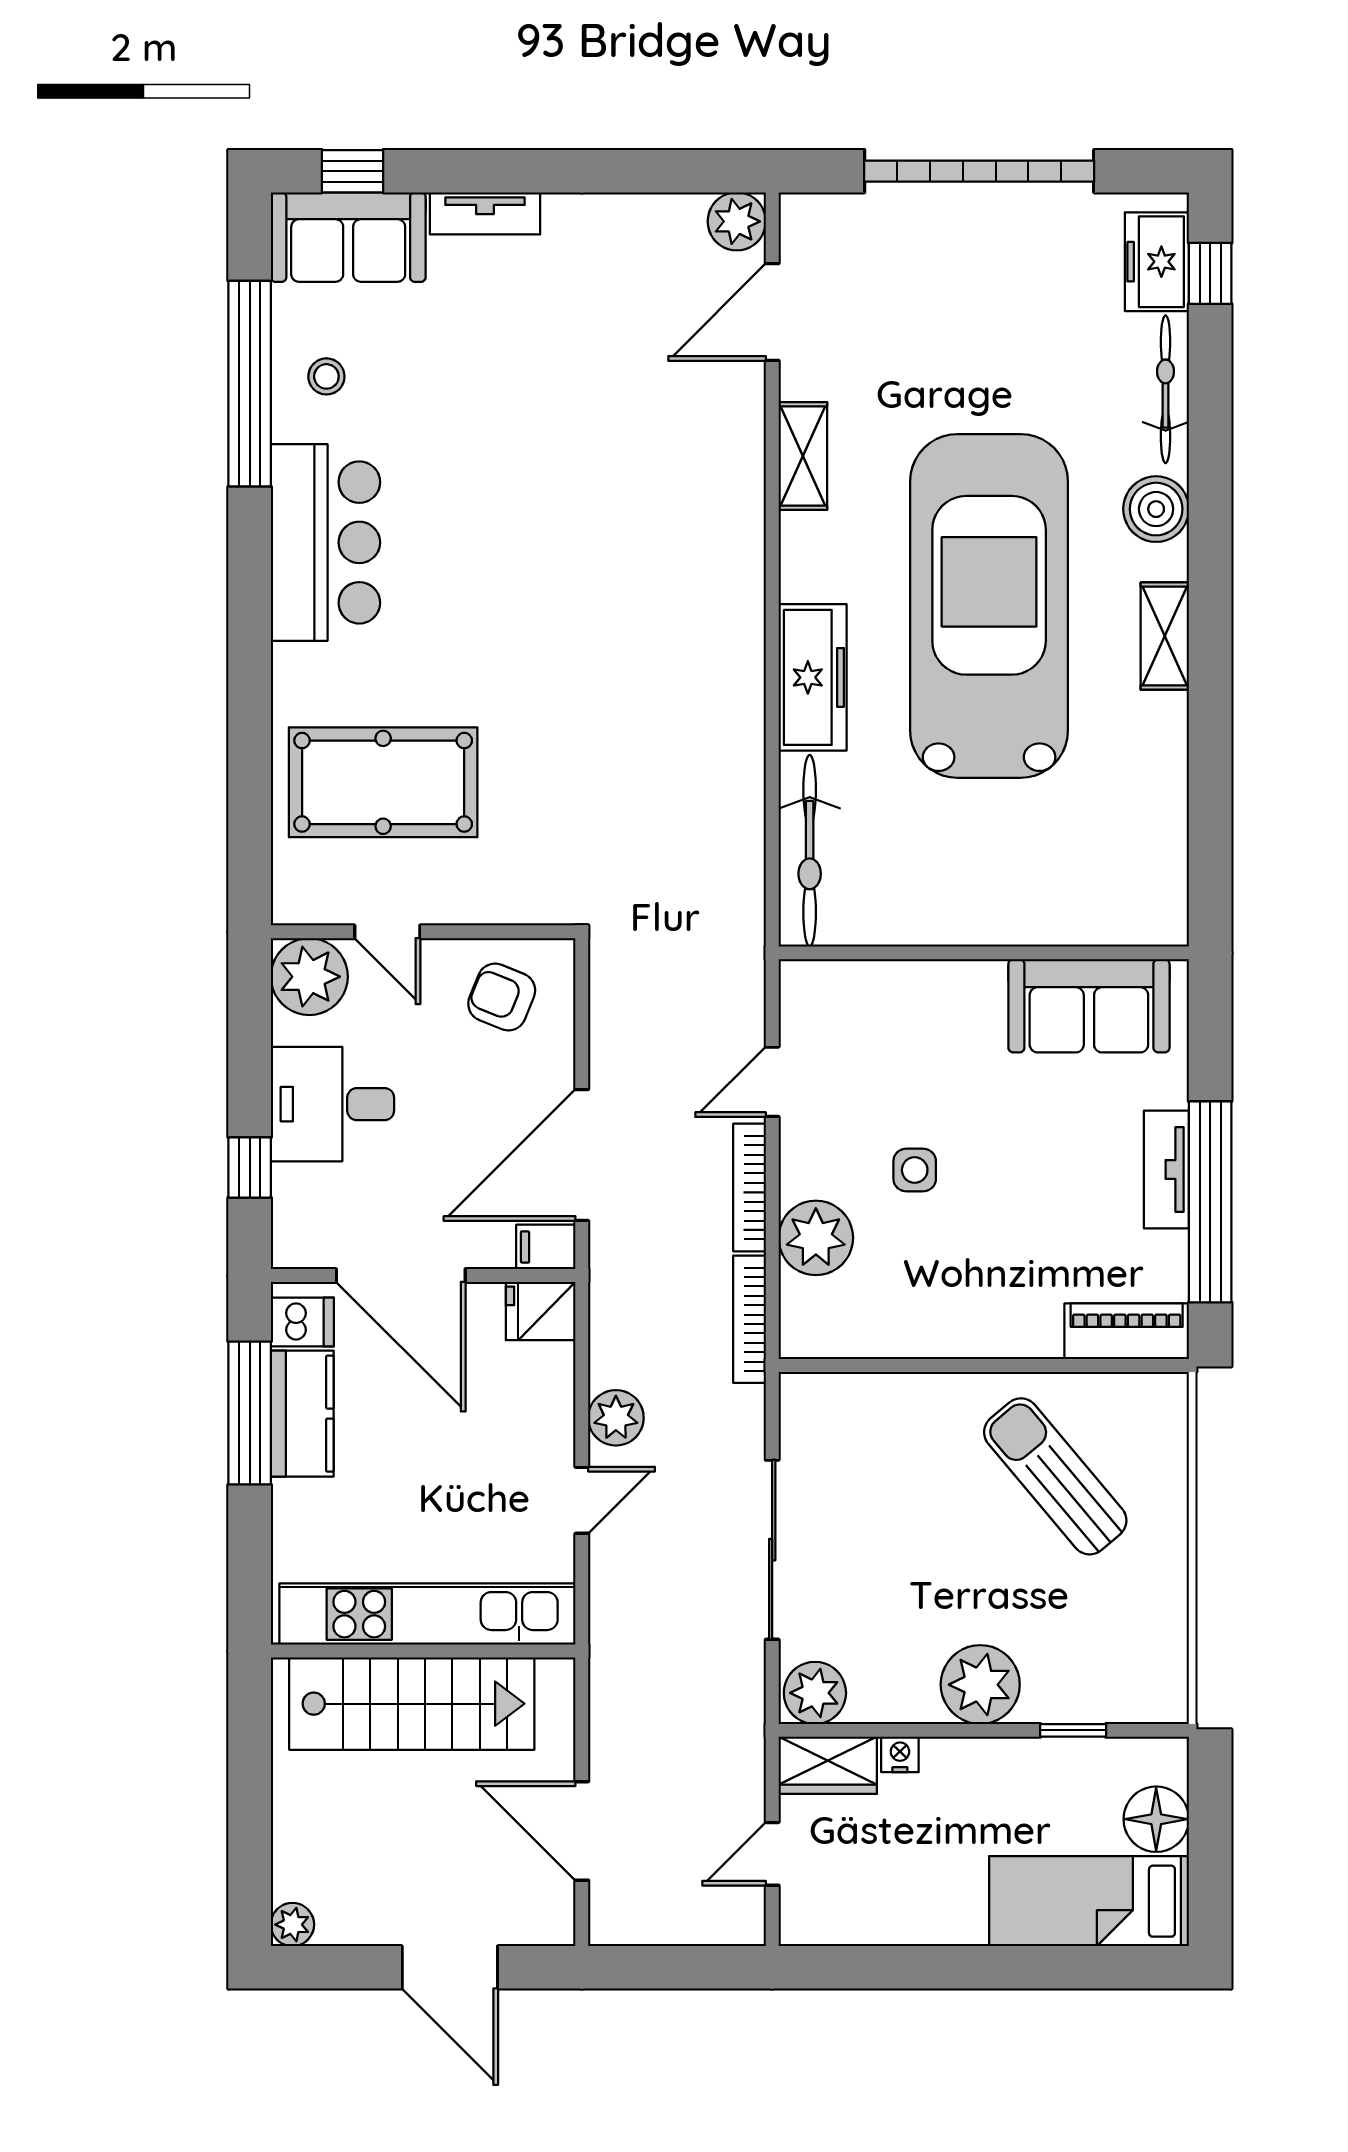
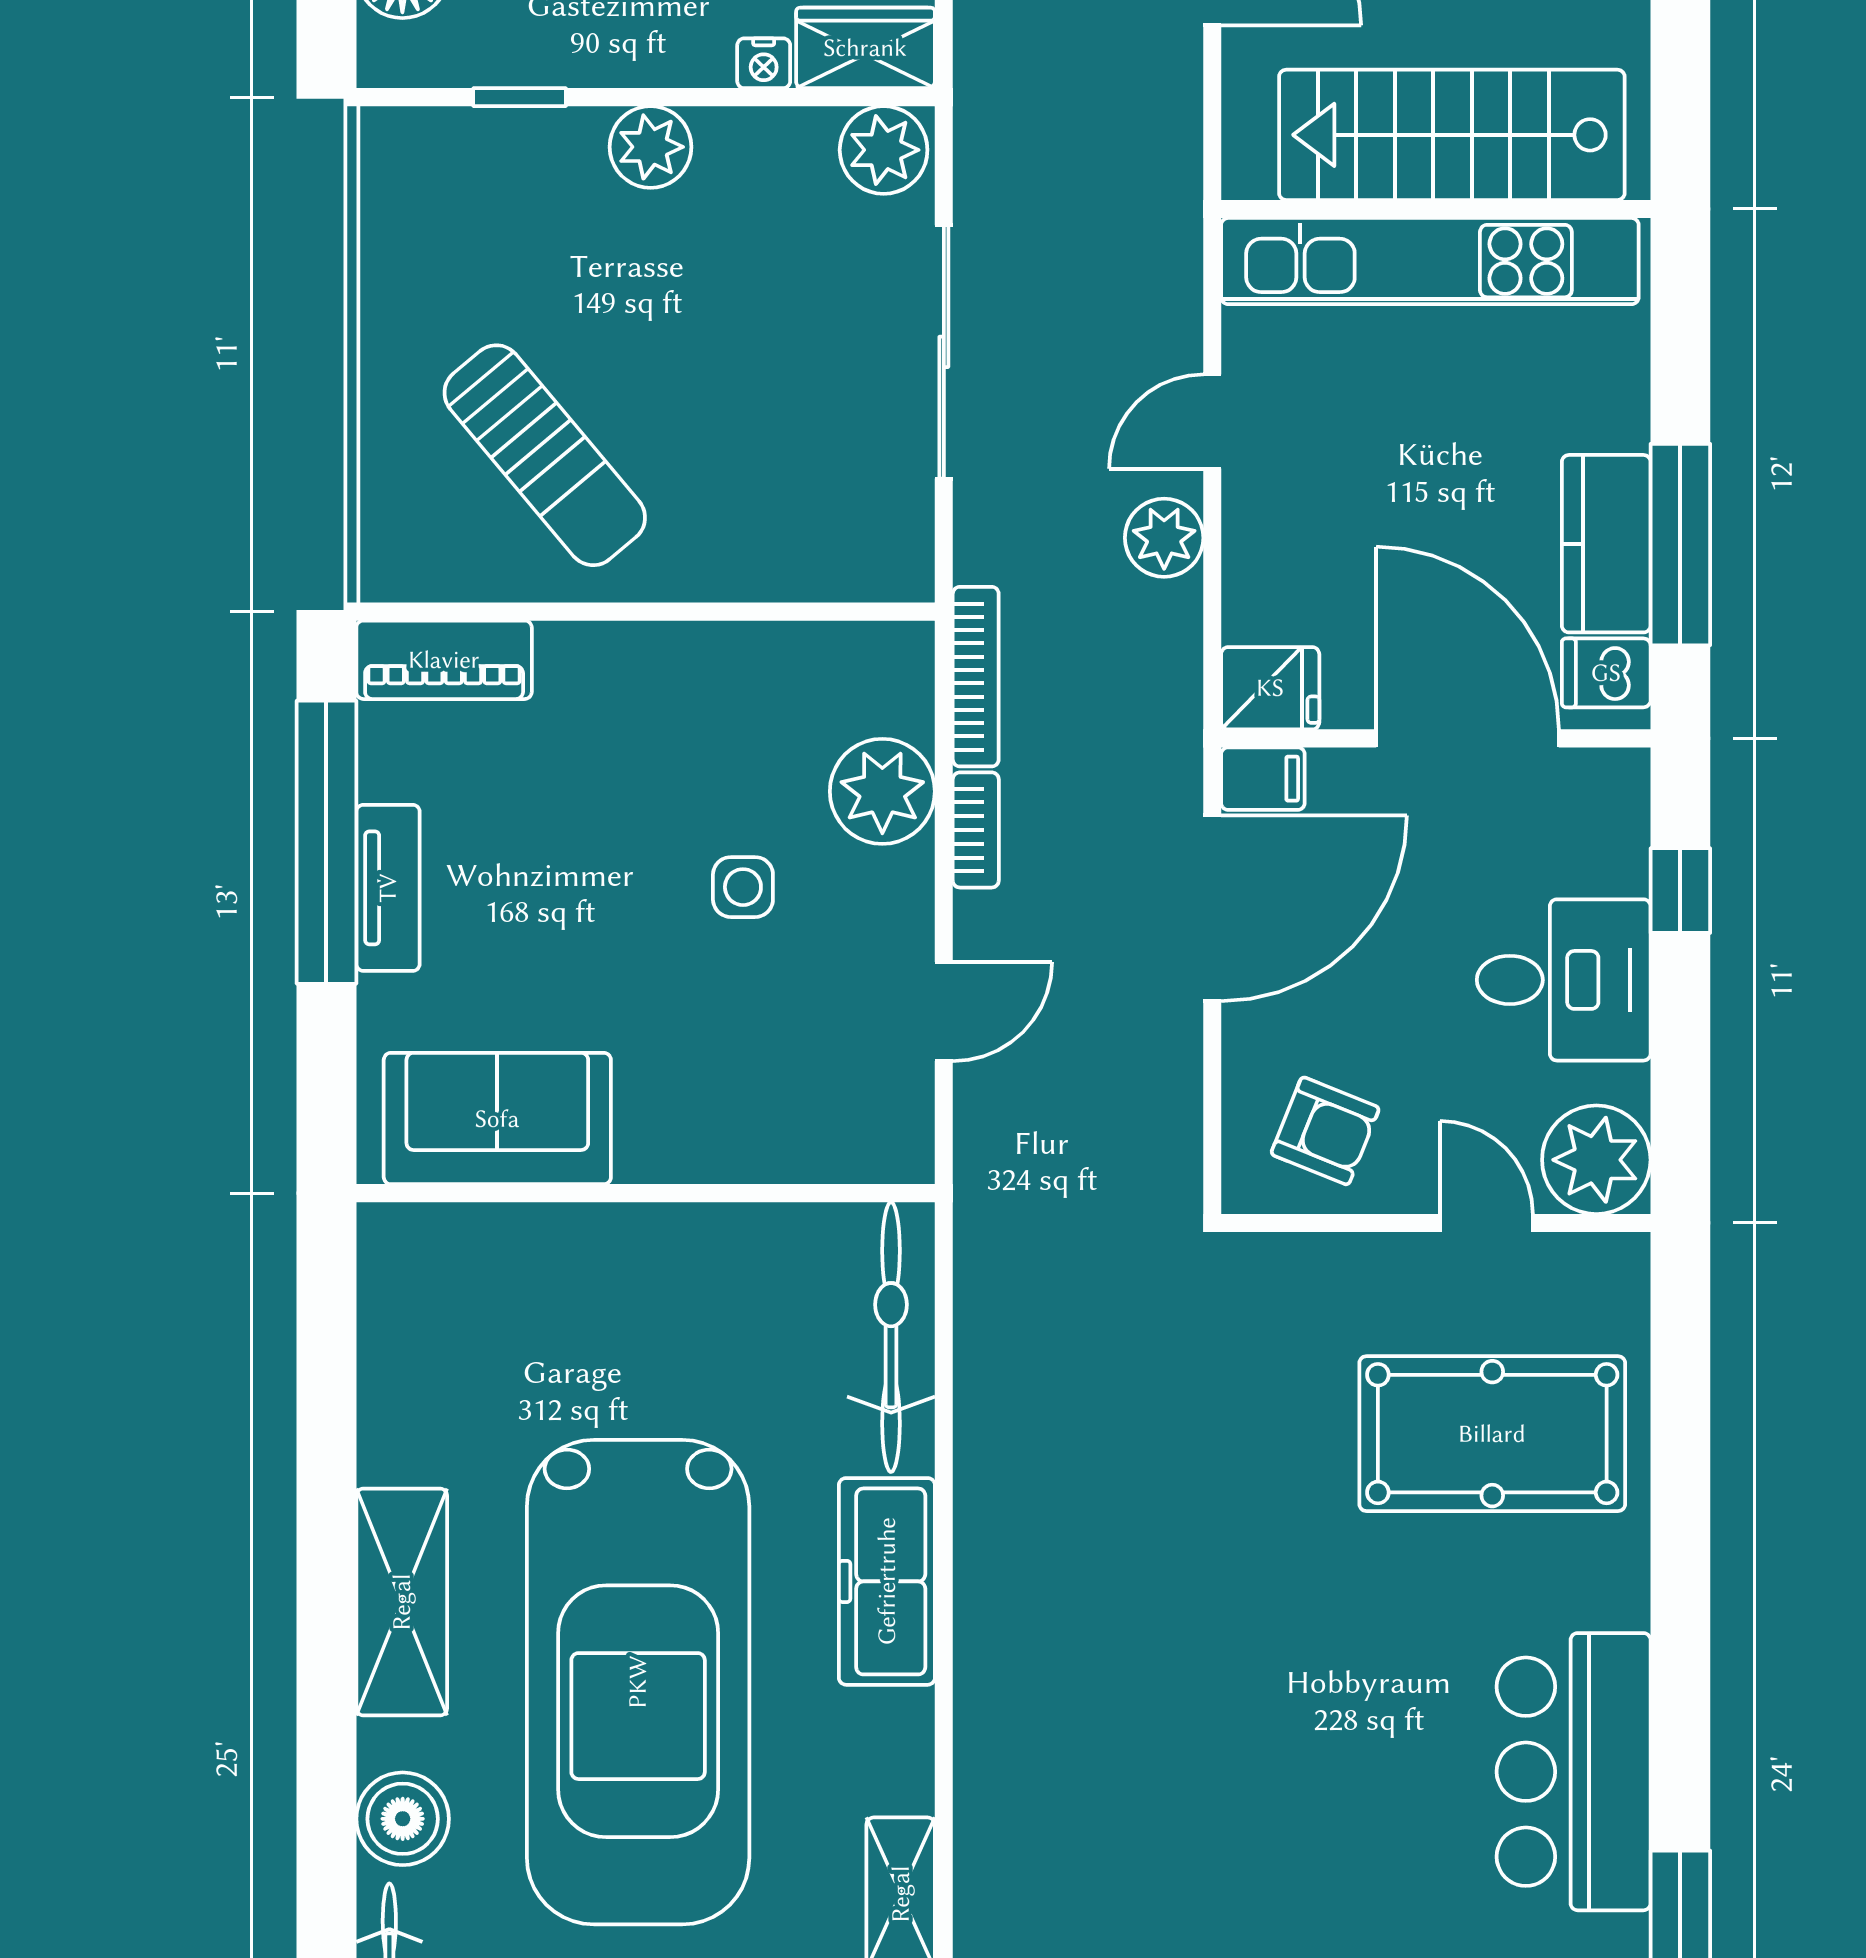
shelving: (1165, 636) -> (402, 1602), width x1.50, depth x1.33
bookcase: (750, 1188) -> (976, 830), width x0.64
plant: (980, 1685) -> (651, 147), width x0.73, depth x0.73

